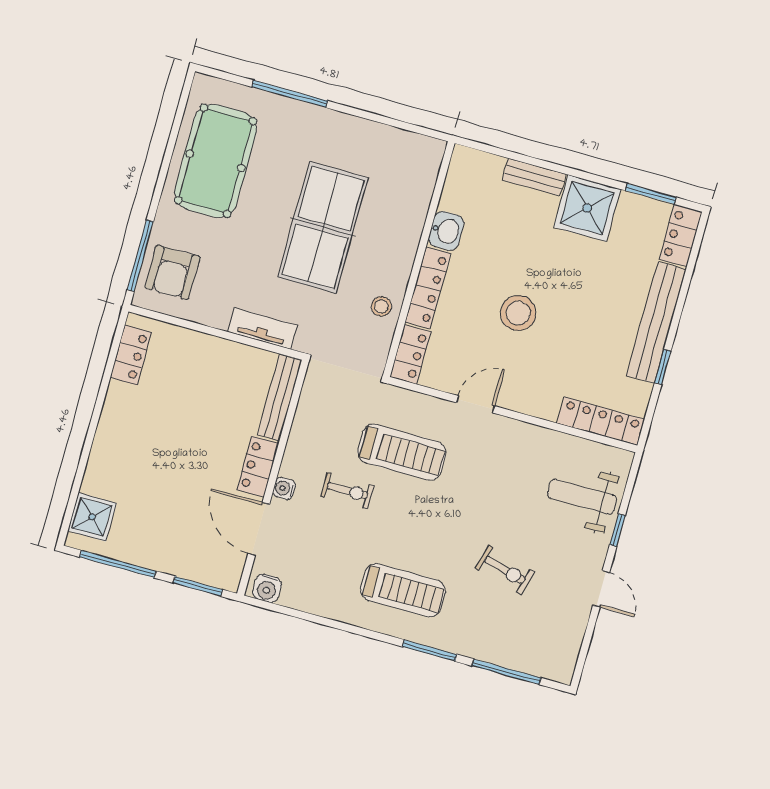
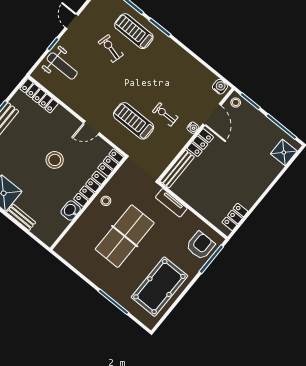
stool: (381, 306) -> (106, 201), moved
stool: (224, 572) -> (236, 102), added
treadmill: (403, 590) -> (134, 31), moved

